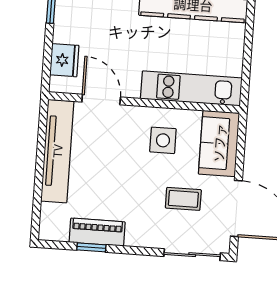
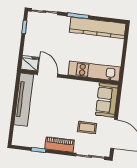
fridge: (64, 60) -> (30, 63), moved, turned -90
side table: (163, 140) -> (78, 97), removed
piano: (97, 232) -> (60, 144), moved

